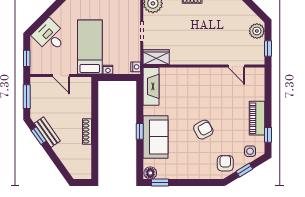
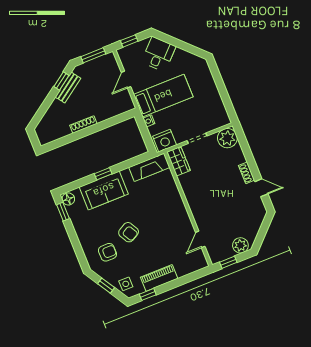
nightstand: (136, 67) -> (165, 141), width x1.89, depth x1.79
armchair: (225, 163) -> (107, 252), moved

